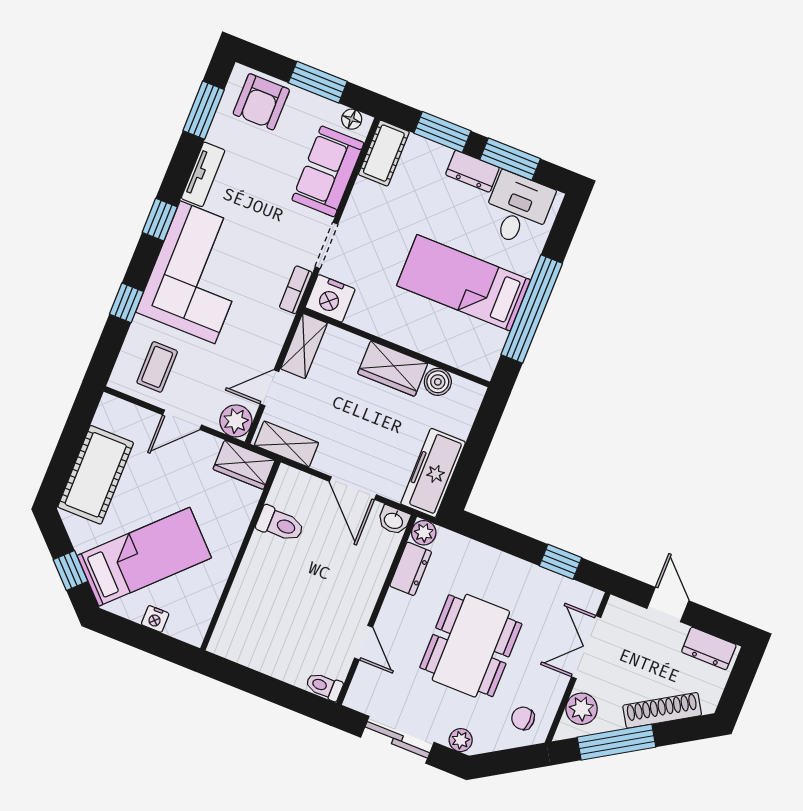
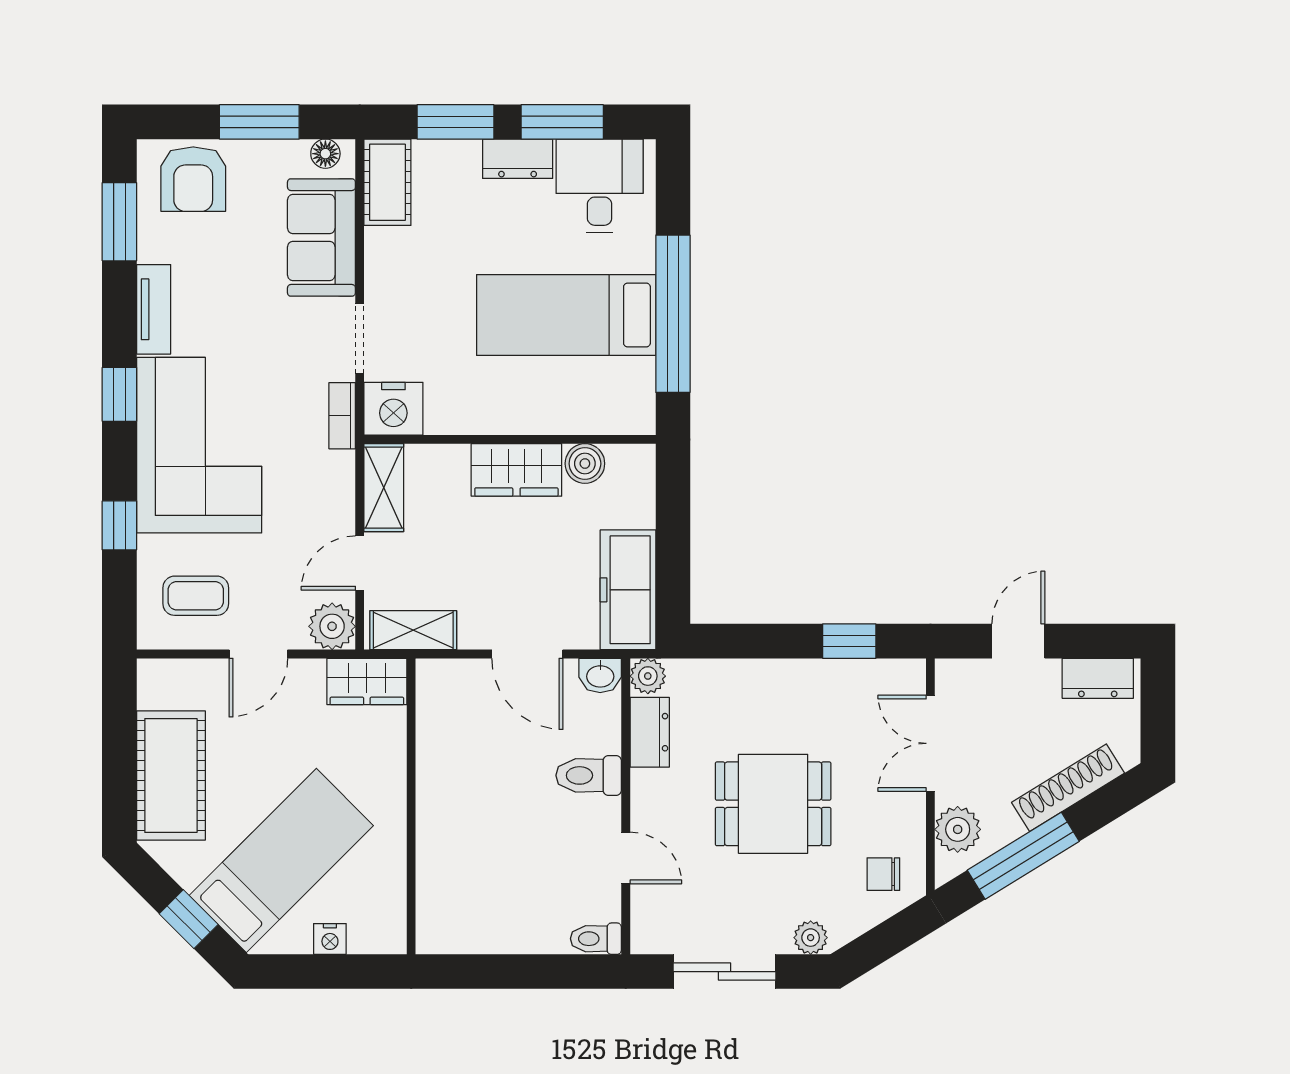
coffee table: (157, 367) -> (196, 596), turned 90
toilet: (280, 524) -> (589, 775), moved, turned 180
door: (668, 605) -> (1018, 641), hinge flipped
dining table: (471, 646) -> (773, 804), width x0.73

